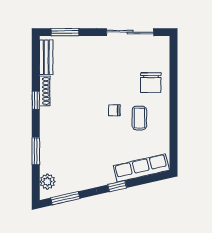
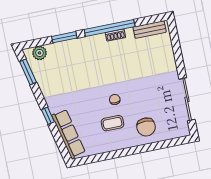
window: (65, 32) -> (175, 42), removed
chair: (151, 83) -> (146, 127), turned -90
shoe rack: (45, 91) -> (115, 35), width x0.70
window: (36, 100) -> (110, 28), width x3.17

